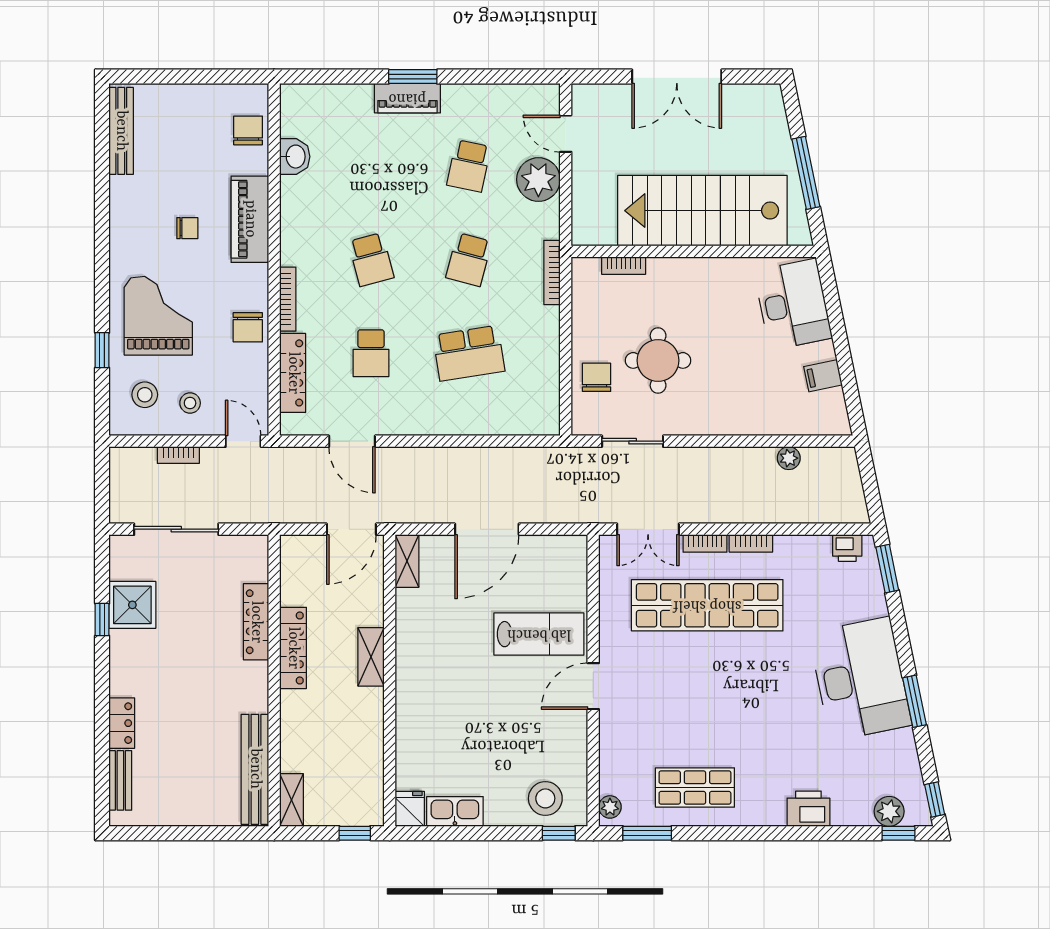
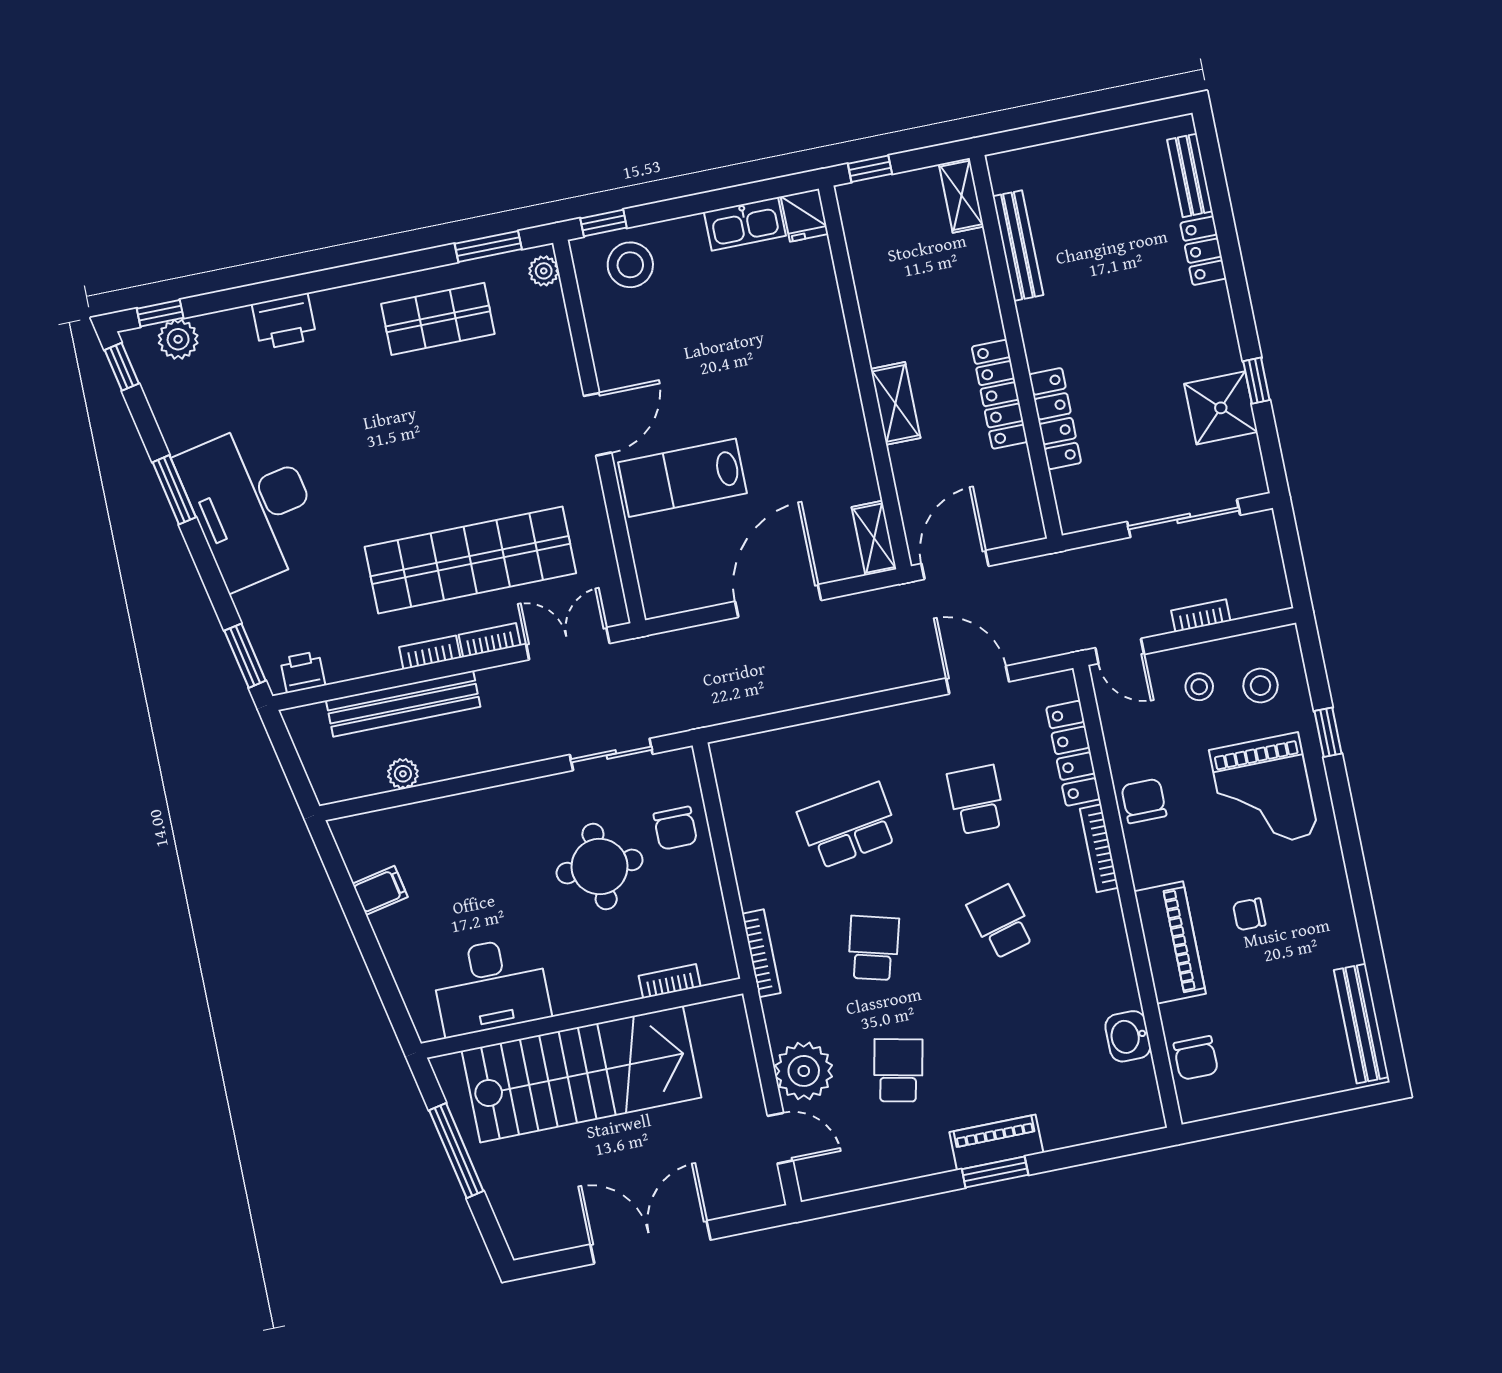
desk: (793, 304) -> (491, 986), moved, turned -78
bench: (778, 510) -> (403, 704), added
bench: (255, 769) -> (1018, 246), width x0.73, depth x0.82

